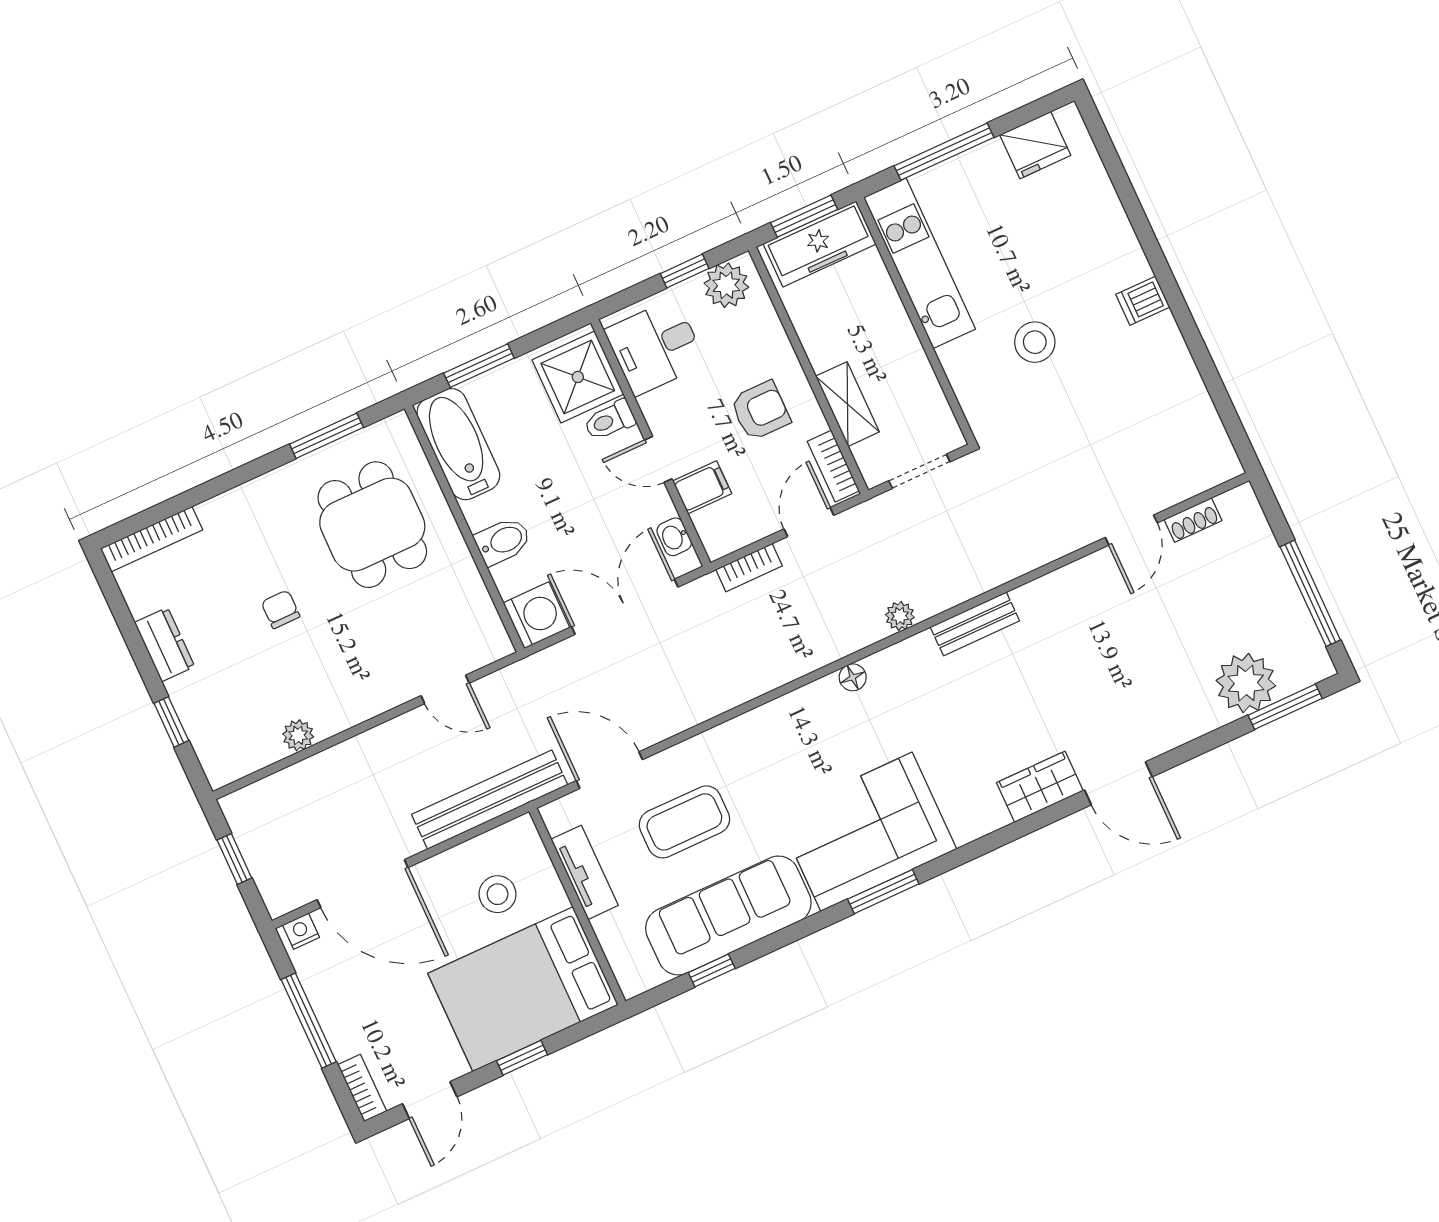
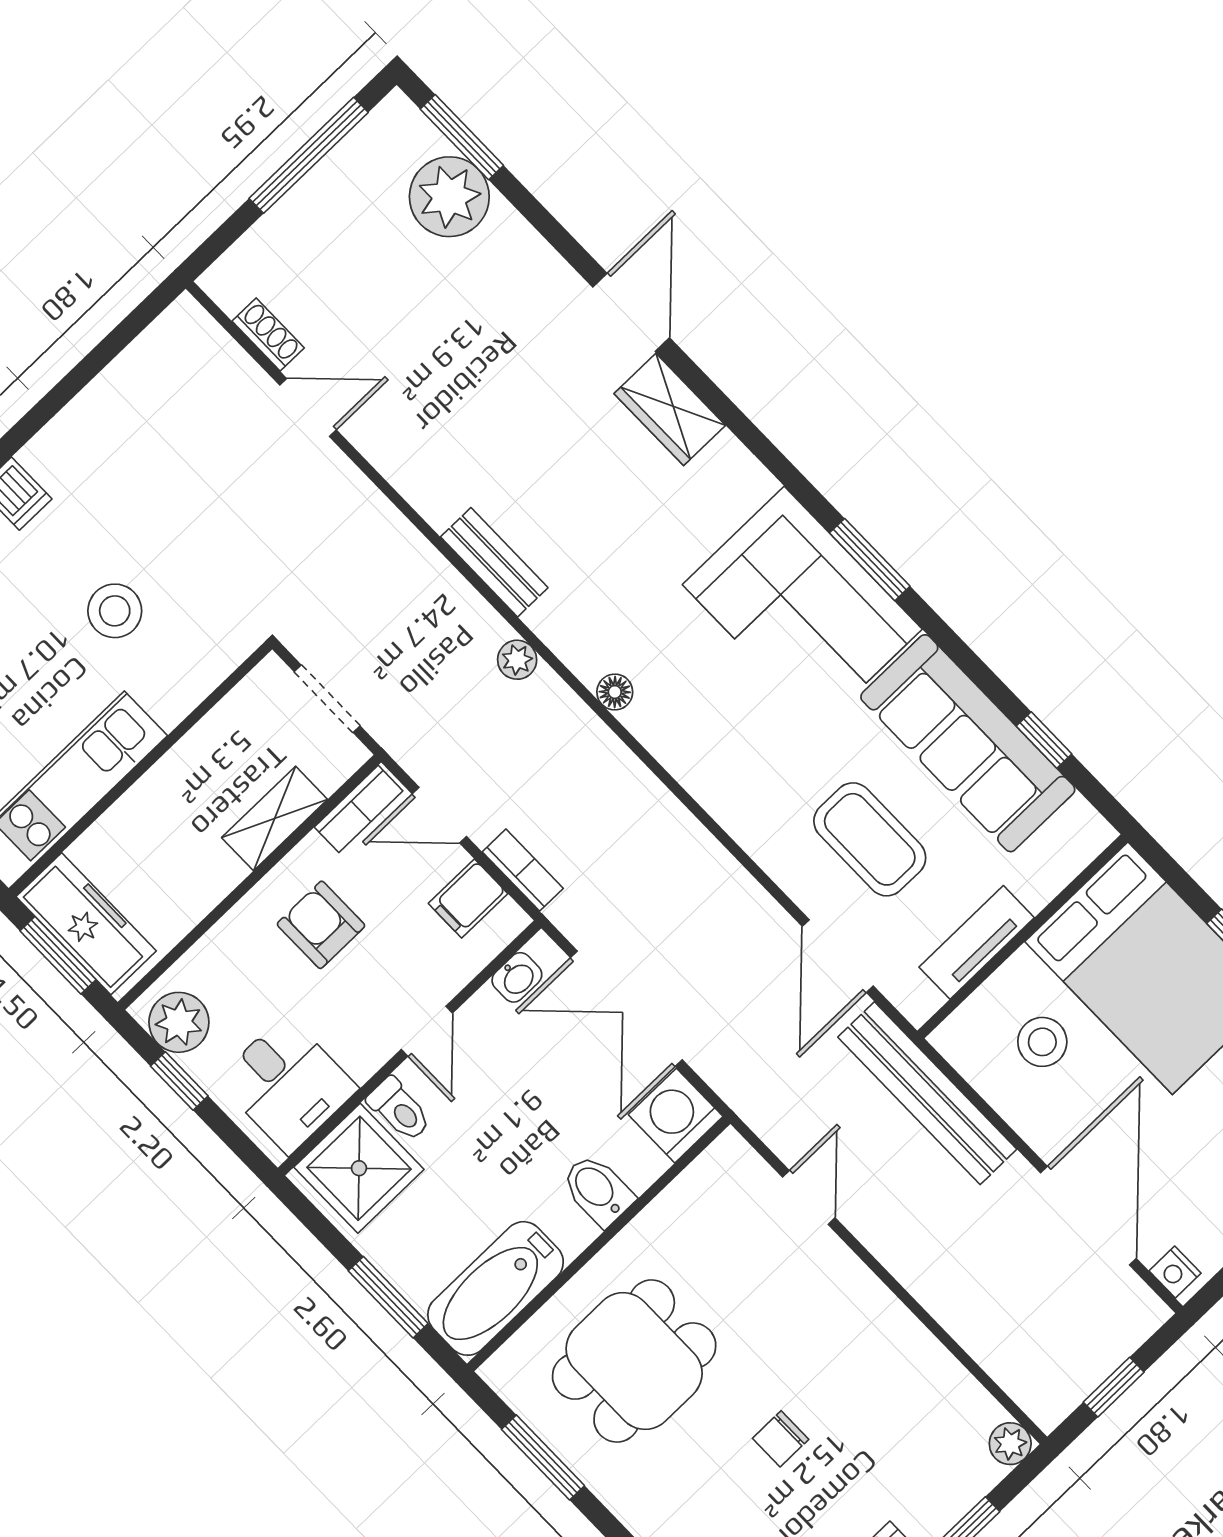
filing cabinet: (702, 487) -> (468, 898), moved, turned -90
plant: (298, 735) -> (1010, 1444), moved

